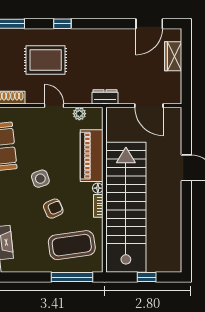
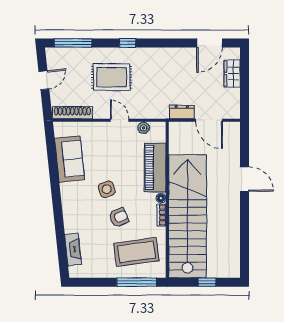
dresser: (105, 97) -> (182, 112), moved

